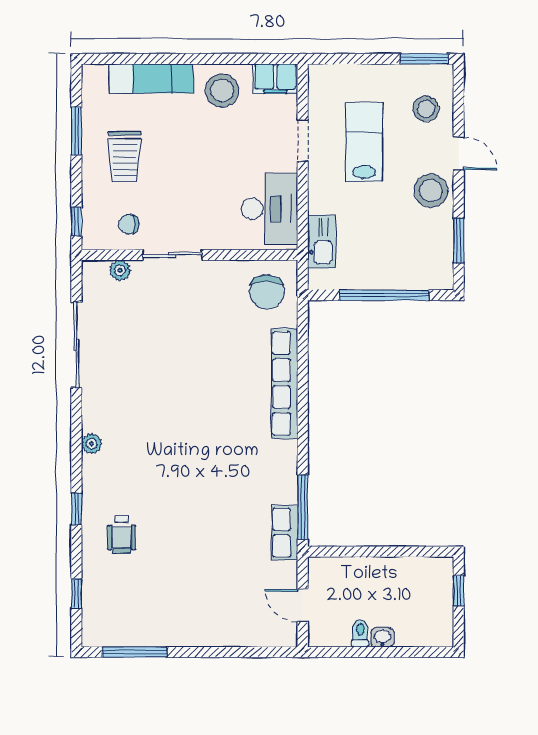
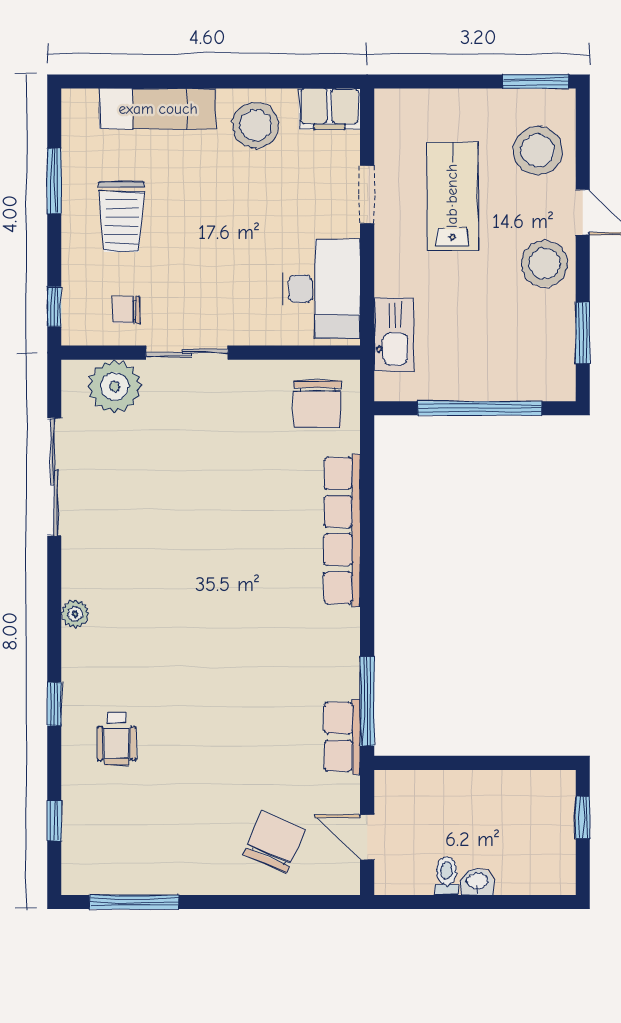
stool: (426, 109) -> (538, 151), width x1.38, depth x1.38
plant: (120, 270) -> (115, 386), width x1.87, depth x1.87
chair: (236, 609) -> (274, 842), added

